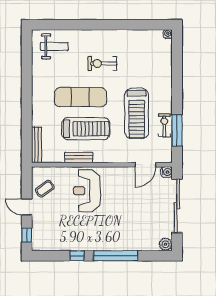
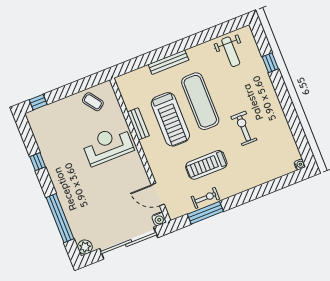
window: (71, 25) -> (270, 63), added
weight bench: (54, 46) -> (231, 52), moved
exercise bike: (102, 63) -> (244, 128), moved
treadmill: (137, 113) -> (206, 165), width x0.73, depth x0.73
bench: (37, 145) -> (168, 62), moved
door: (27, 207) -> (67, 91), removed
window: (116, 256) -> (60, 218), moved

